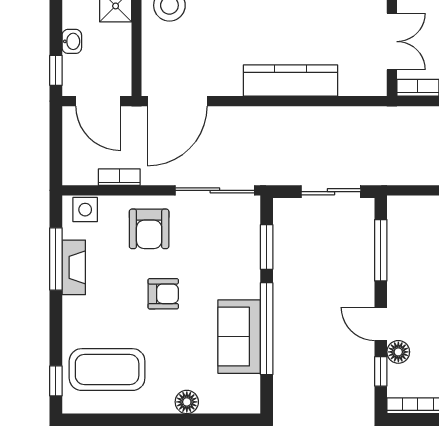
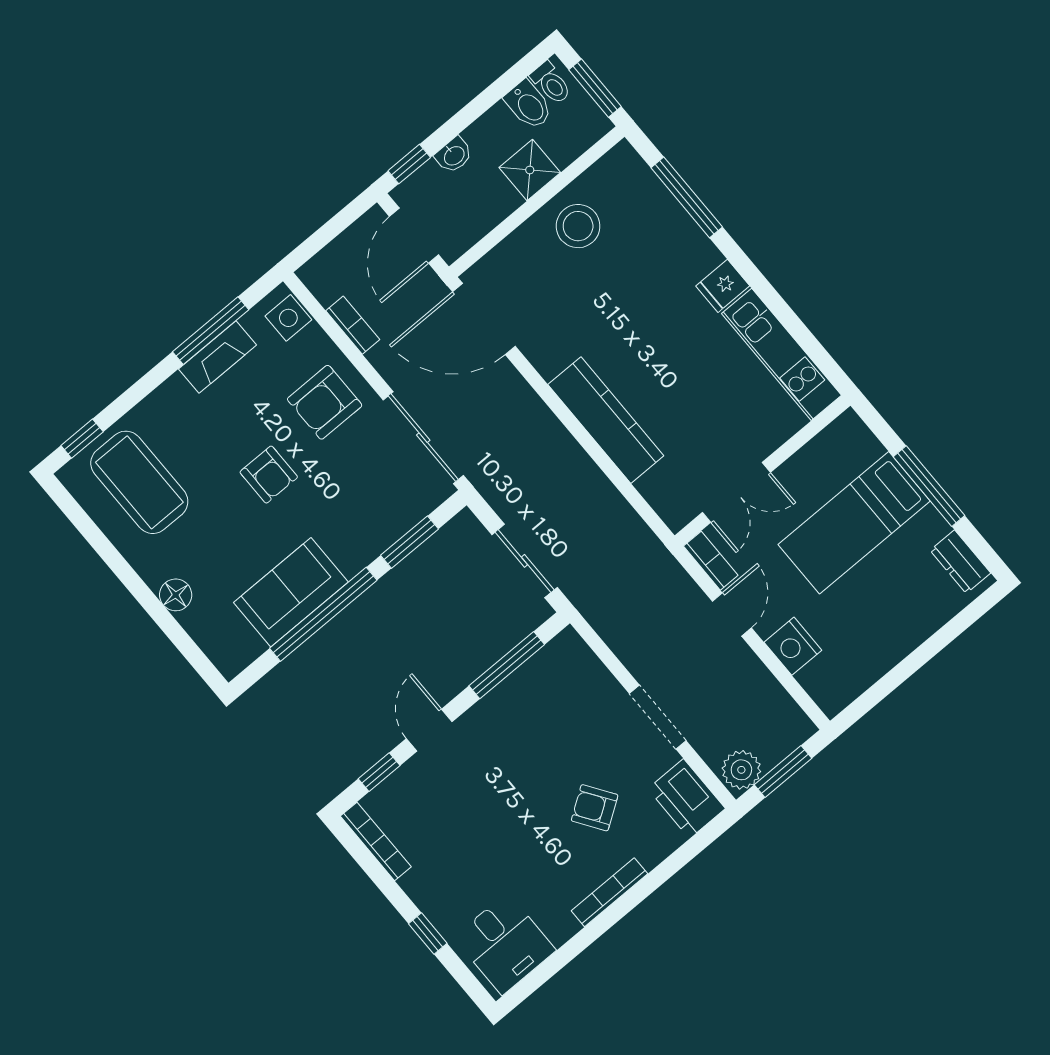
floor lamp: (398, 352) -> (415, 773), removed

